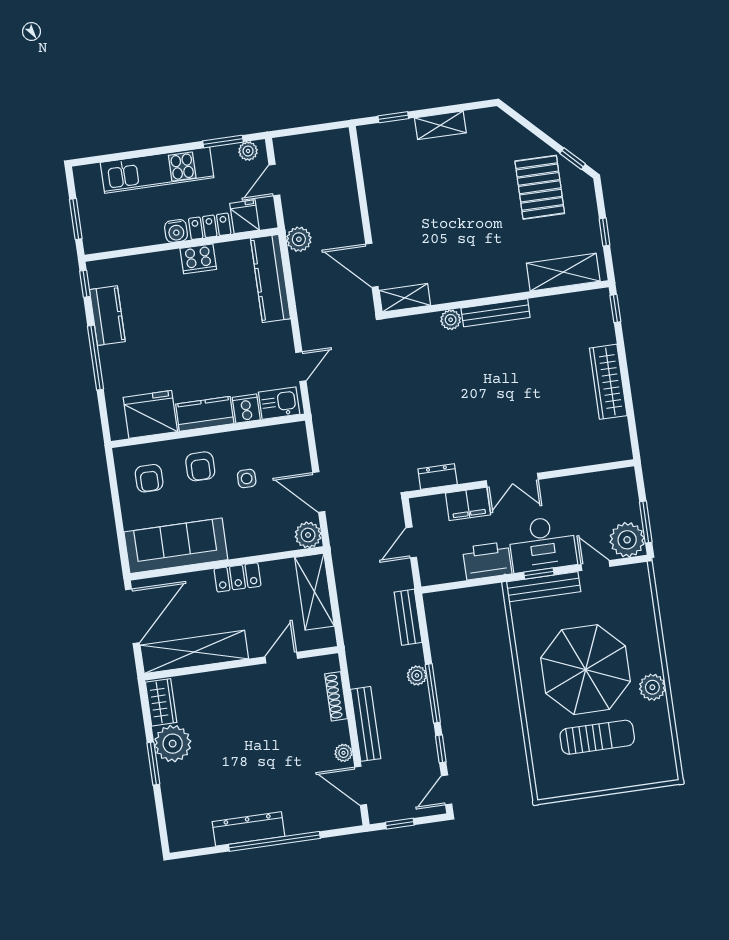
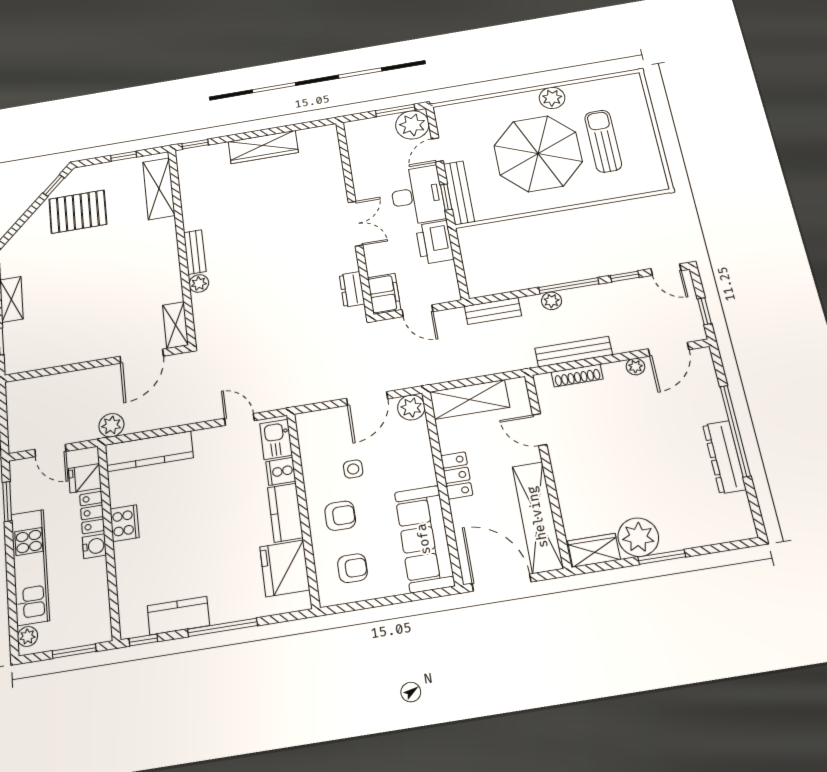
plant: (248, 151) -> (28, 636), moved
bench: (496, 313) -> (195, 252), width x0.73
filing cabinet: (468, 504) -> (384, 294), moved
bench: (366, 724) -> (574, 352), moved

